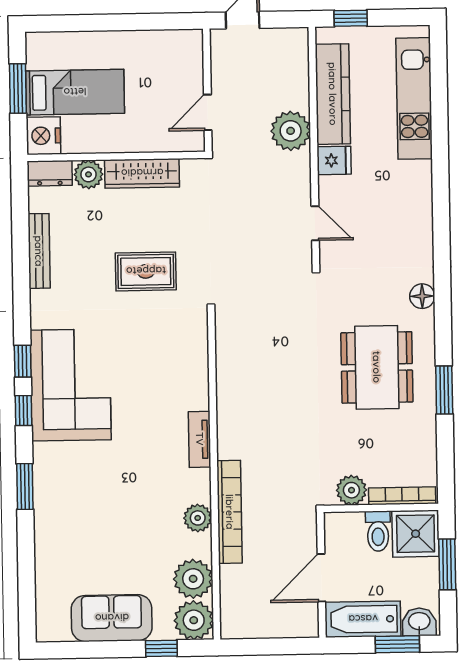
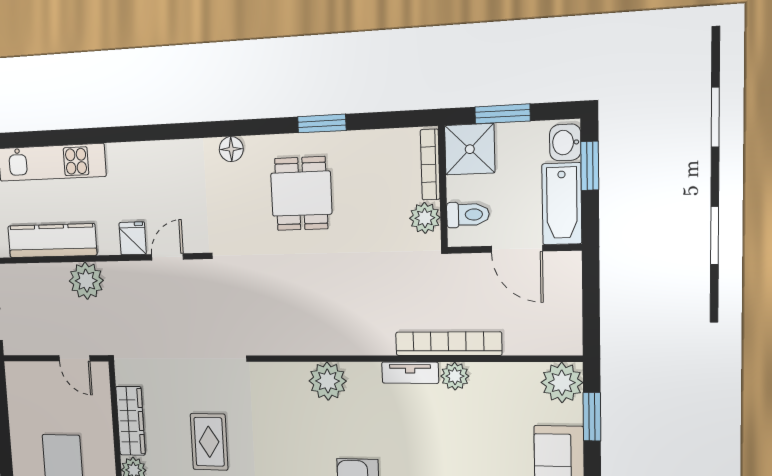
fridge: (334, 160) -> (133, 238), moved
rug: (146, 271) -> (209, 442), moved
dining table: (377, 367) -> (301, 194), width x0.73
tv unit: (200, 439) -> (410, 373), moved
toilet: (378, 531) -> (468, 215), moved
plant: (193, 579) -> (328, 381), moved
window: (161, 648) -> (592, 417), width x1.50

